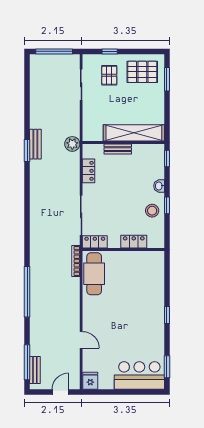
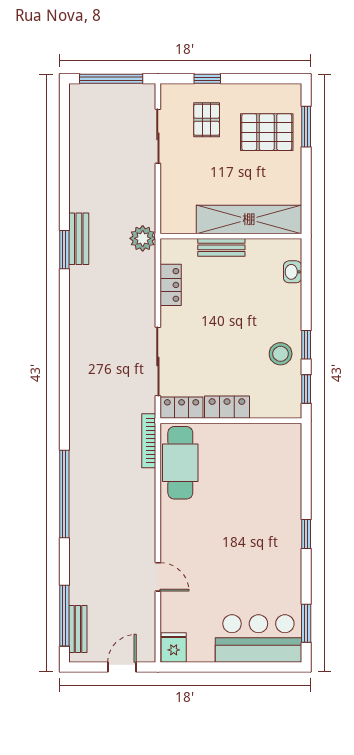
pallet: (142, 72) -> (267, 132), moved
window: (167, 159) -> (306, 389), moved
washbasin: (159, 186) -> (293, 272), moved
locker: (134, 242) -> (227, 407), moved

